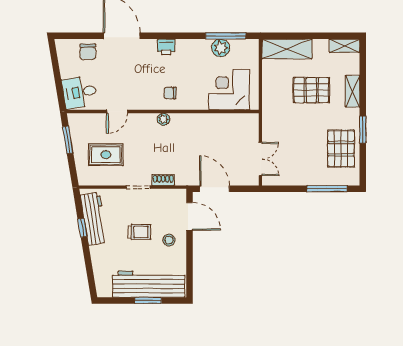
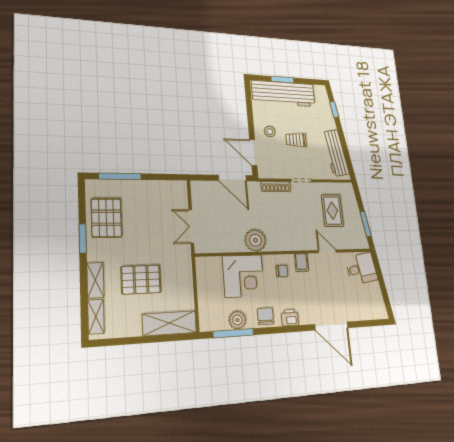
shelving: (345, 46) -> (96, 317), moved, turned 90
chair: (88, 52) -> (265, 316), moved
corner desk: (229, 90) -> (243, 276), moved
filing cabinet: (148, 101) -> (301, 263), added
door: (117, 111) -> (327, 251), hinge flipped
plant: (163, 119) -> (255, 240), moved, width x1.88, depth x1.88
rug: (106, 155) -> (332, 211), turned 90
double door: (260, 159) -> (191, 226), moved
shoe rack: (163, 180) -> (276, 187), width x1.43
window: (82, 228) -> (334, 109), moved

